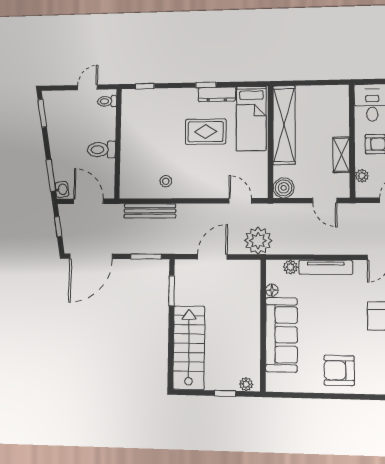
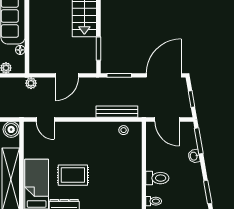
toilet: (101, 150) -> (157, 178), moved
stool: (166, 181) -> (124, 130), moved
washbasin: (62, 189) -> (194, 156), moved
plant: (258, 241) -> (31, 83), width x0.53, depth x0.53

